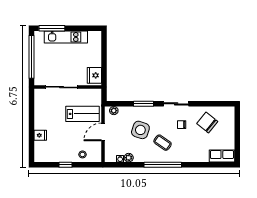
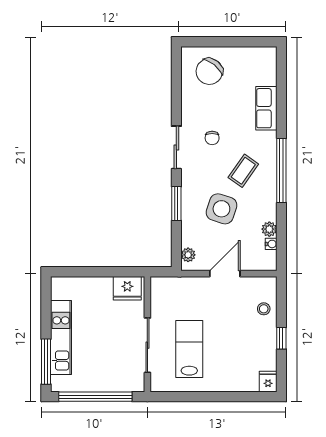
lab bench: (82, 114) -> (189, 349), moved
chair: (207, 122) -> (209, 71), moved
door: (103, 132) -> (225, 274), swing flipped
fridge: (40, 135) -> (268, 382), moved
row of seats: (222, 156) -> (266, 108), moved

